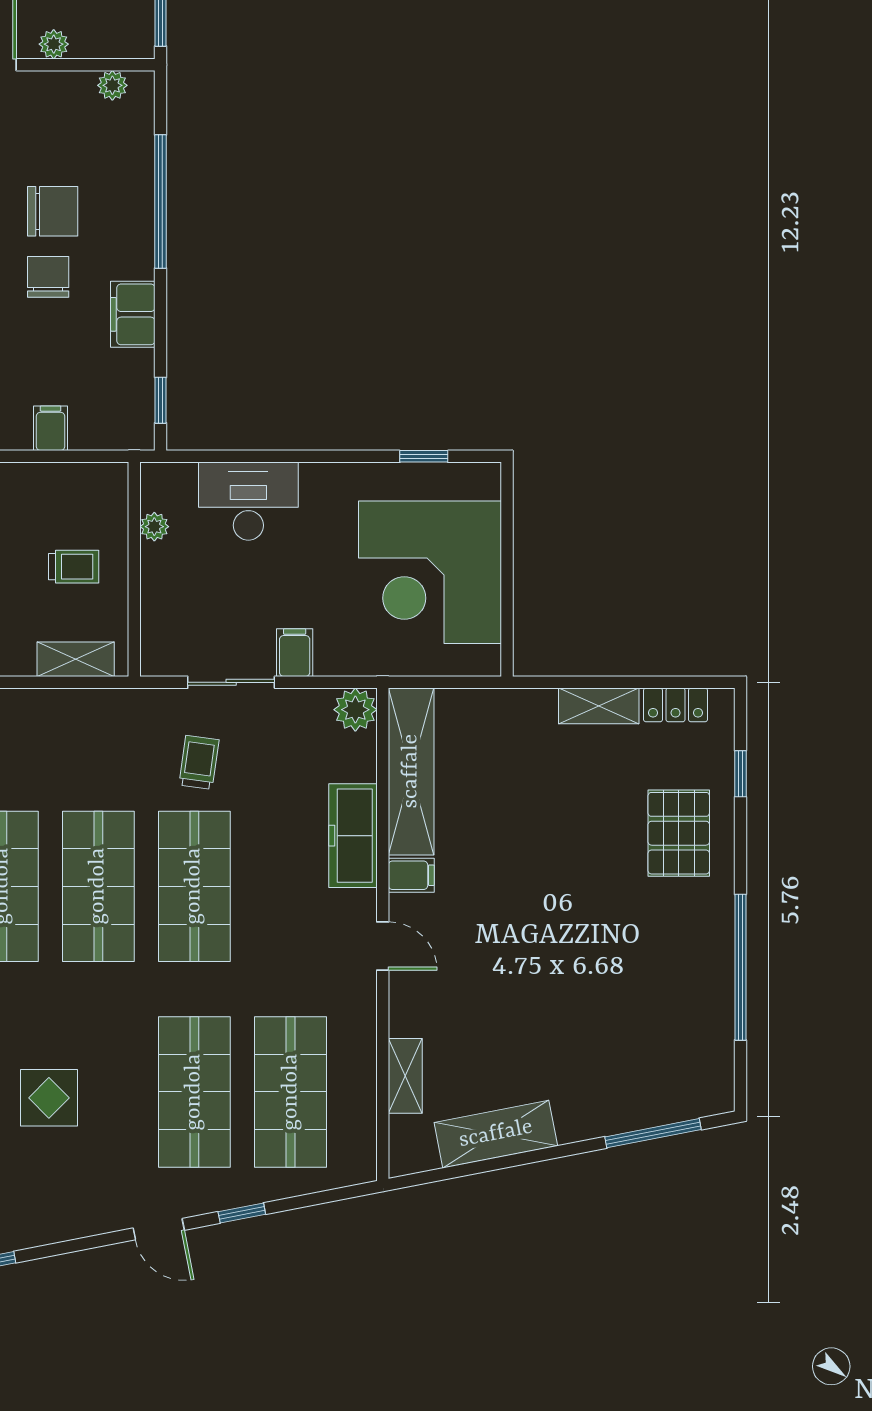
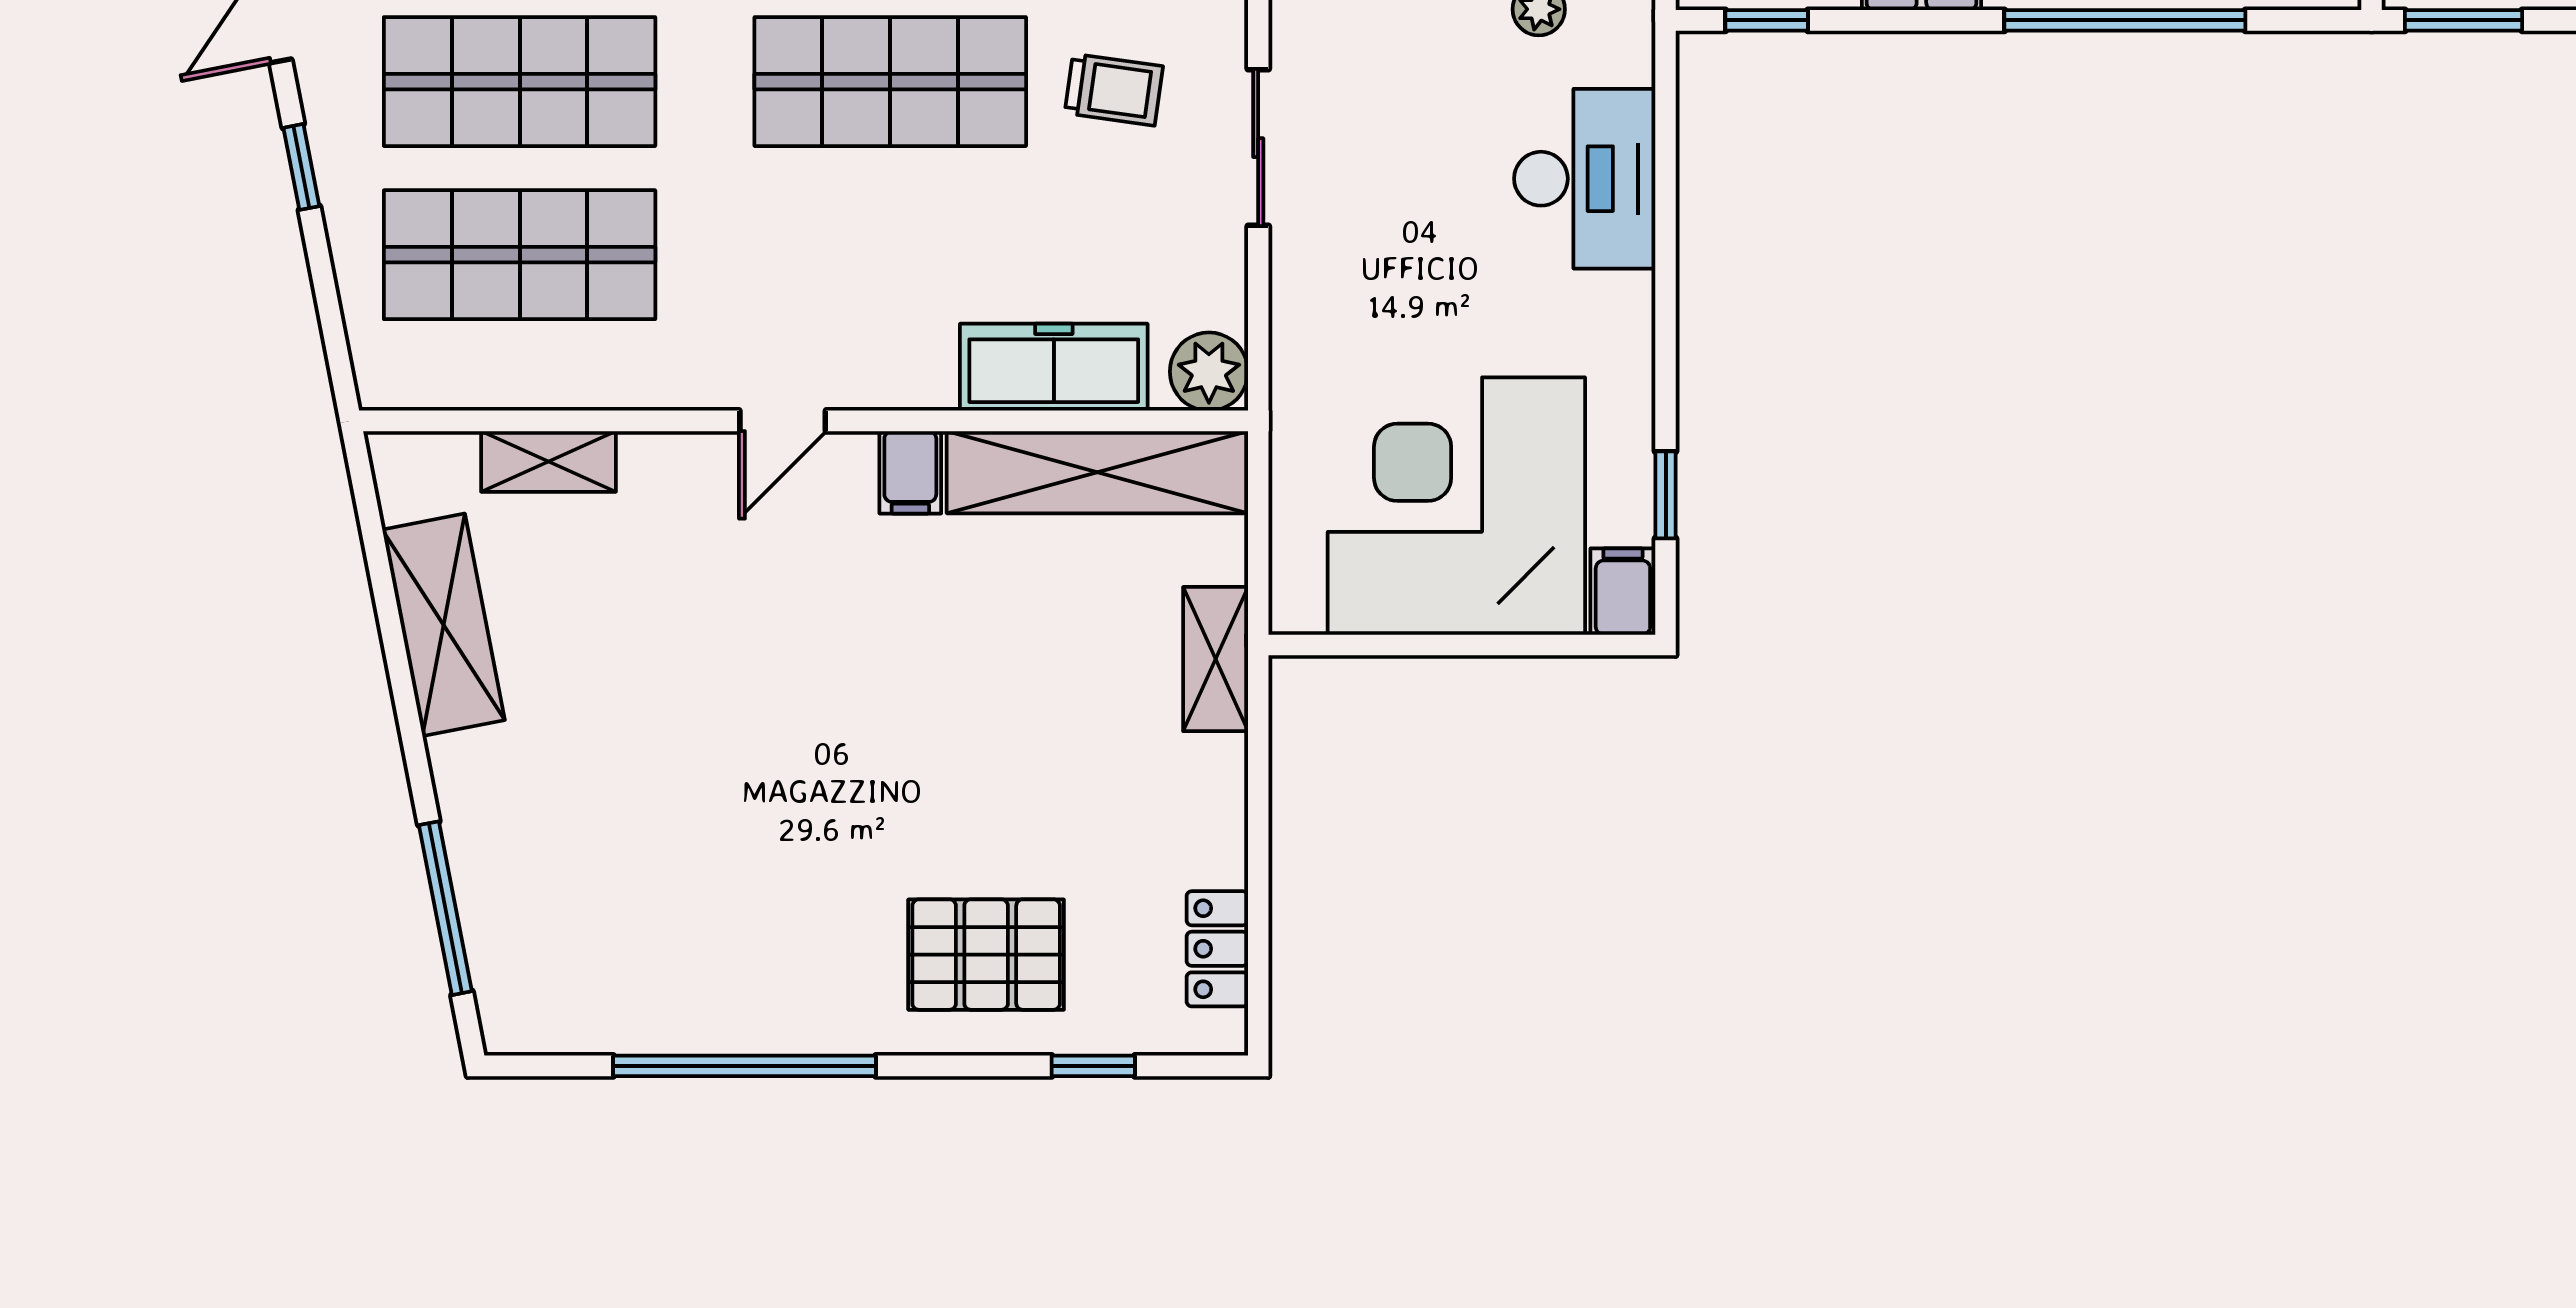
filing cabinet: (295, 653) -> (1623, 592), moved, turned -90
shelving: (599, 706) -> (1216, 659), moved
freezer: (353, 836) -> (1054, 367), moved

